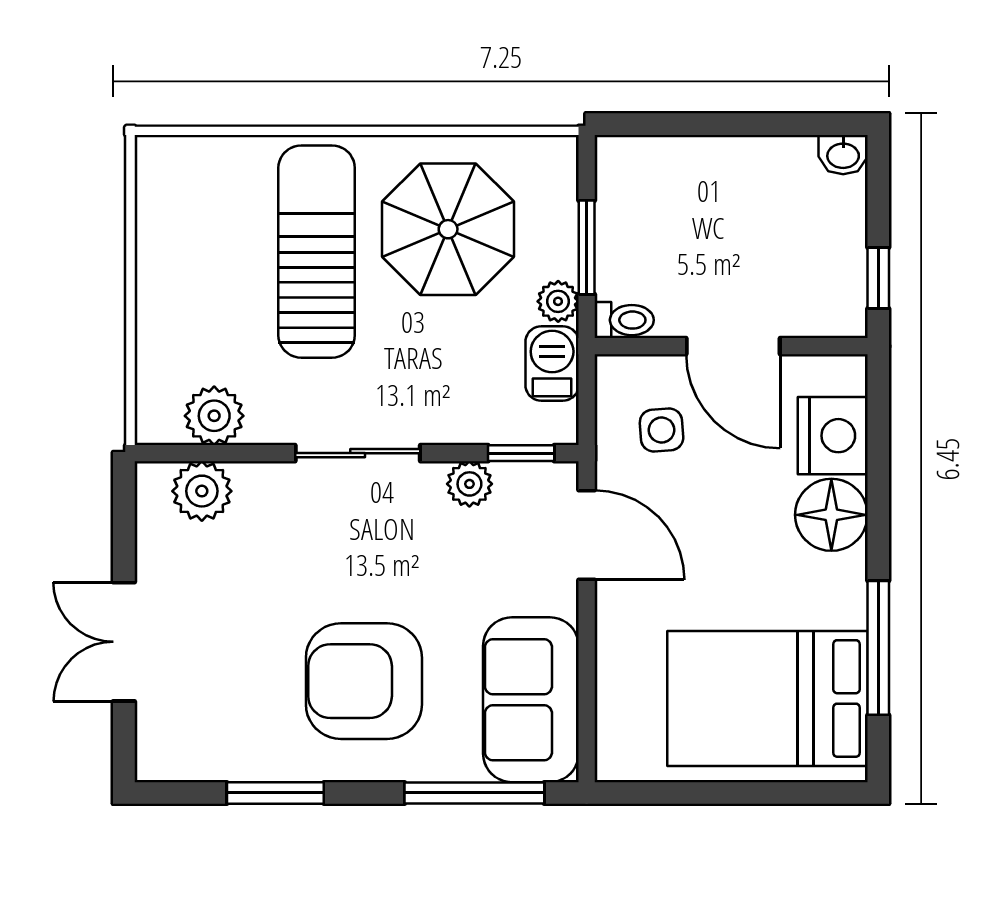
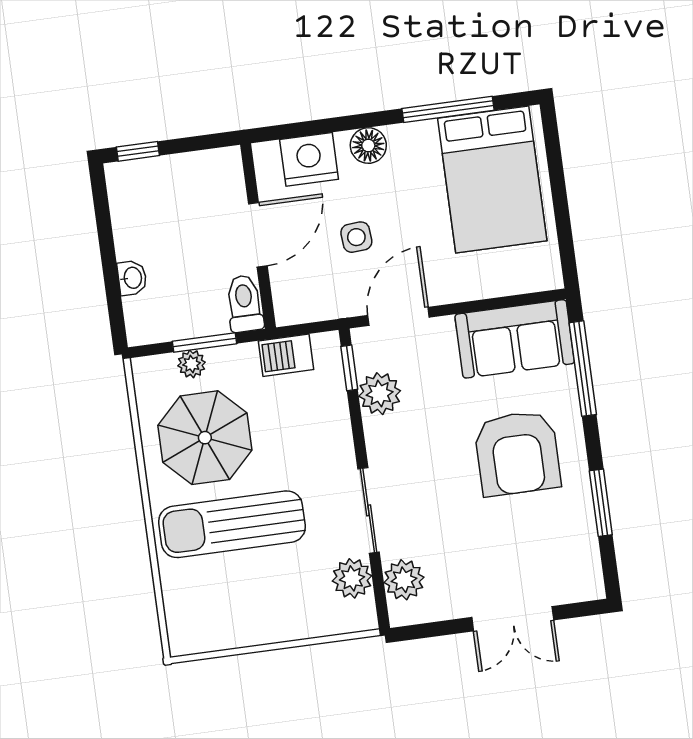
washbasin: (843, 155) -> (132, 278), moved
window: (878, 278) -> (138, 151), moved
plant: (558, 301) -> (192, 364), moved
toilet: (624, 320) -> (245, 304), width x1.37, depth x1.39
side table: (662, 430) -> (356, 237), moved
sliding door: (358, 453) -> (369, 510), moved
plant: (469, 484) -> (380, 394), width x1.38, depth x1.38
floor lamp: (831, 515) -> (368, 146), width x0.73, depth x0.73

